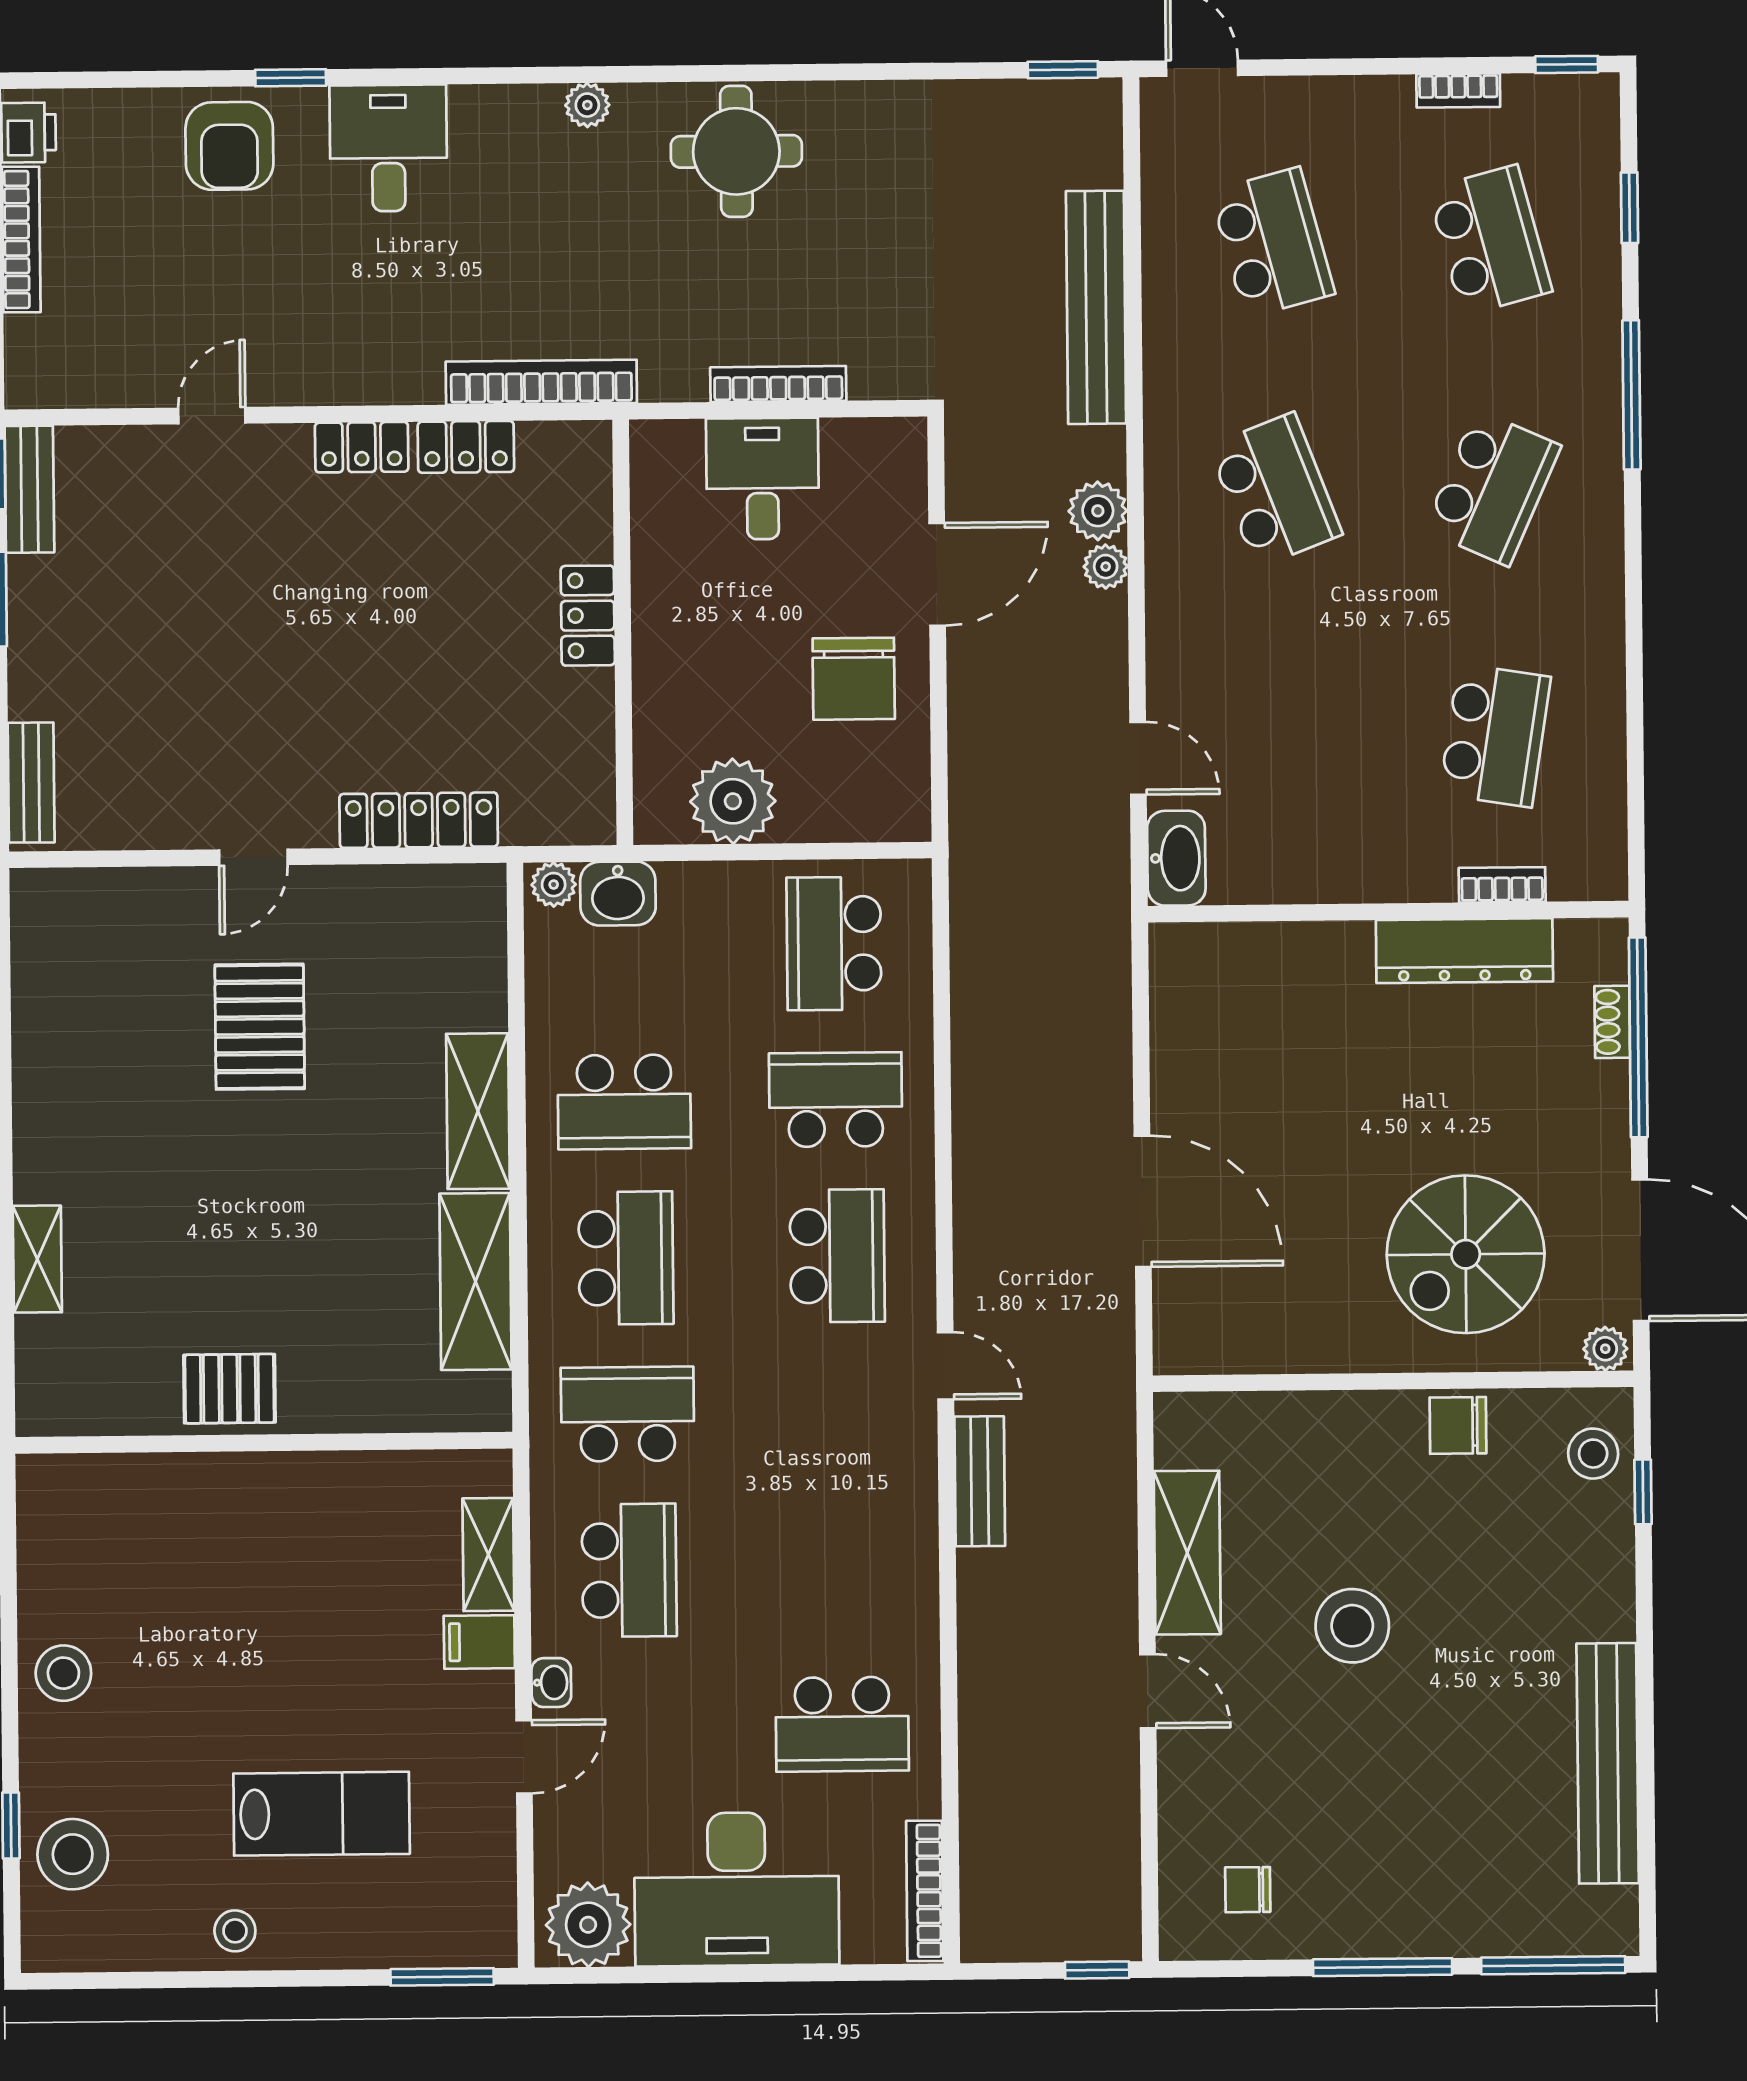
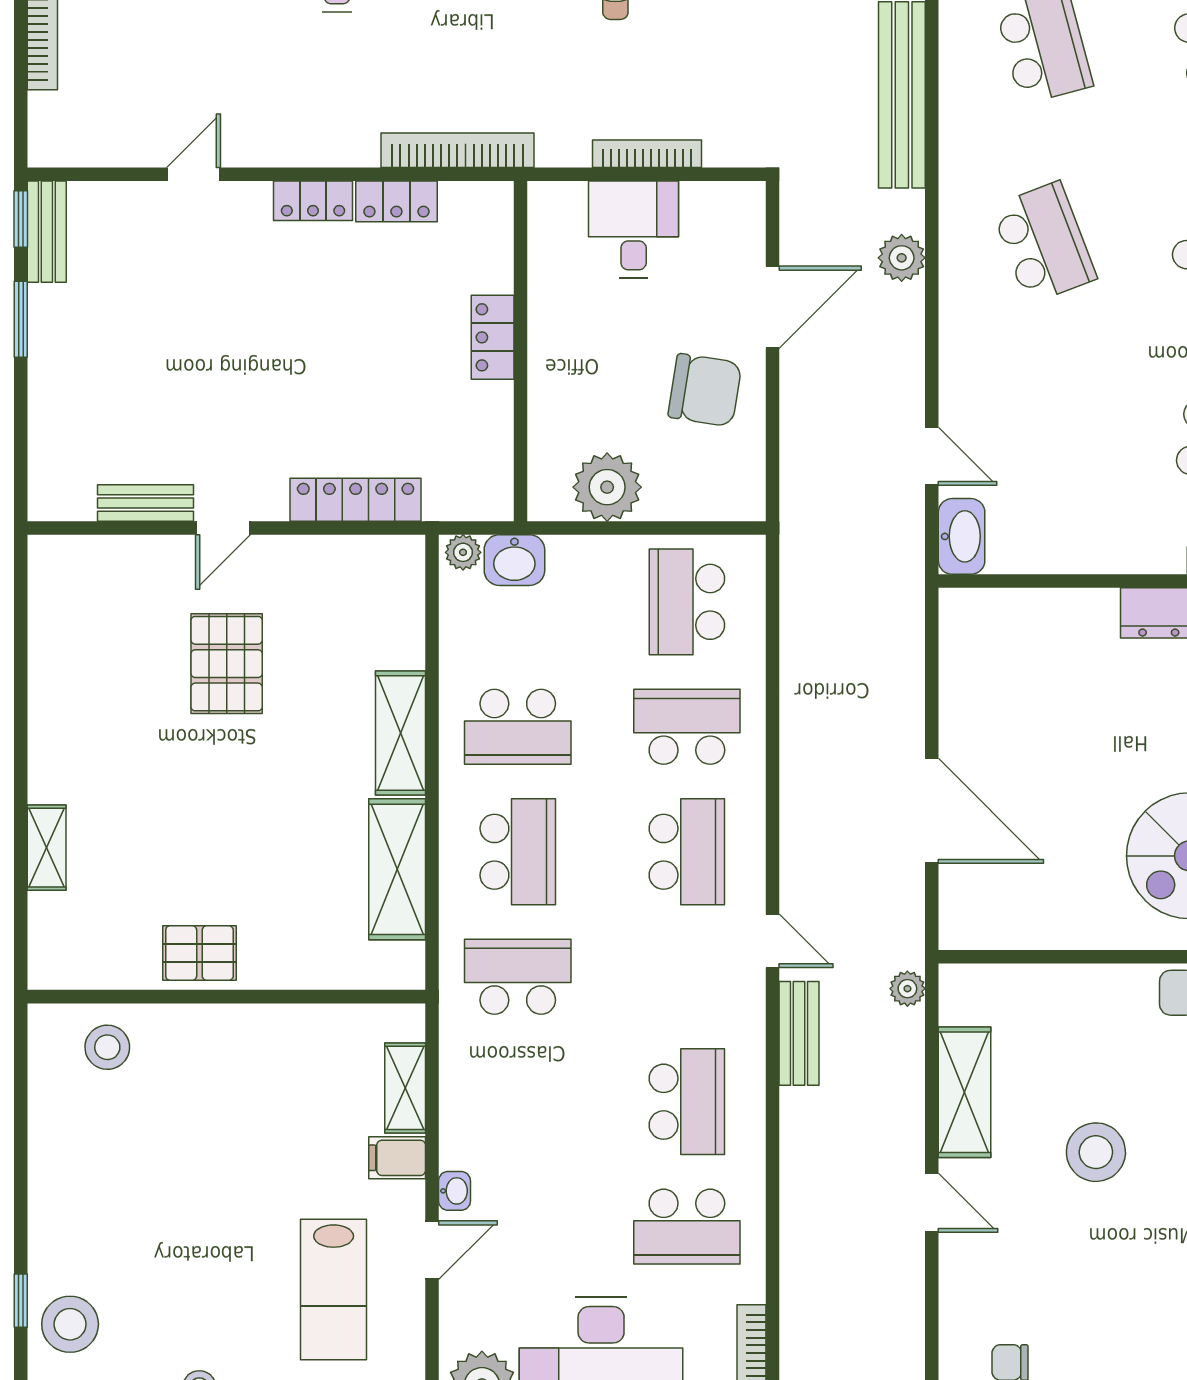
plant: (1106, 567) -> (907, 989), moved
chair: (854, 679) -> (705, 390), turned -81
bench: (31, 783) -> (146, 503), moved, turned 90
school desk: (629, 1570) -> (687, 1102), moved
stool: (63, 1673) -> (107, 1047), moved
lab bench: (322, 1814) -> (334, 1290), moved, turned 90

